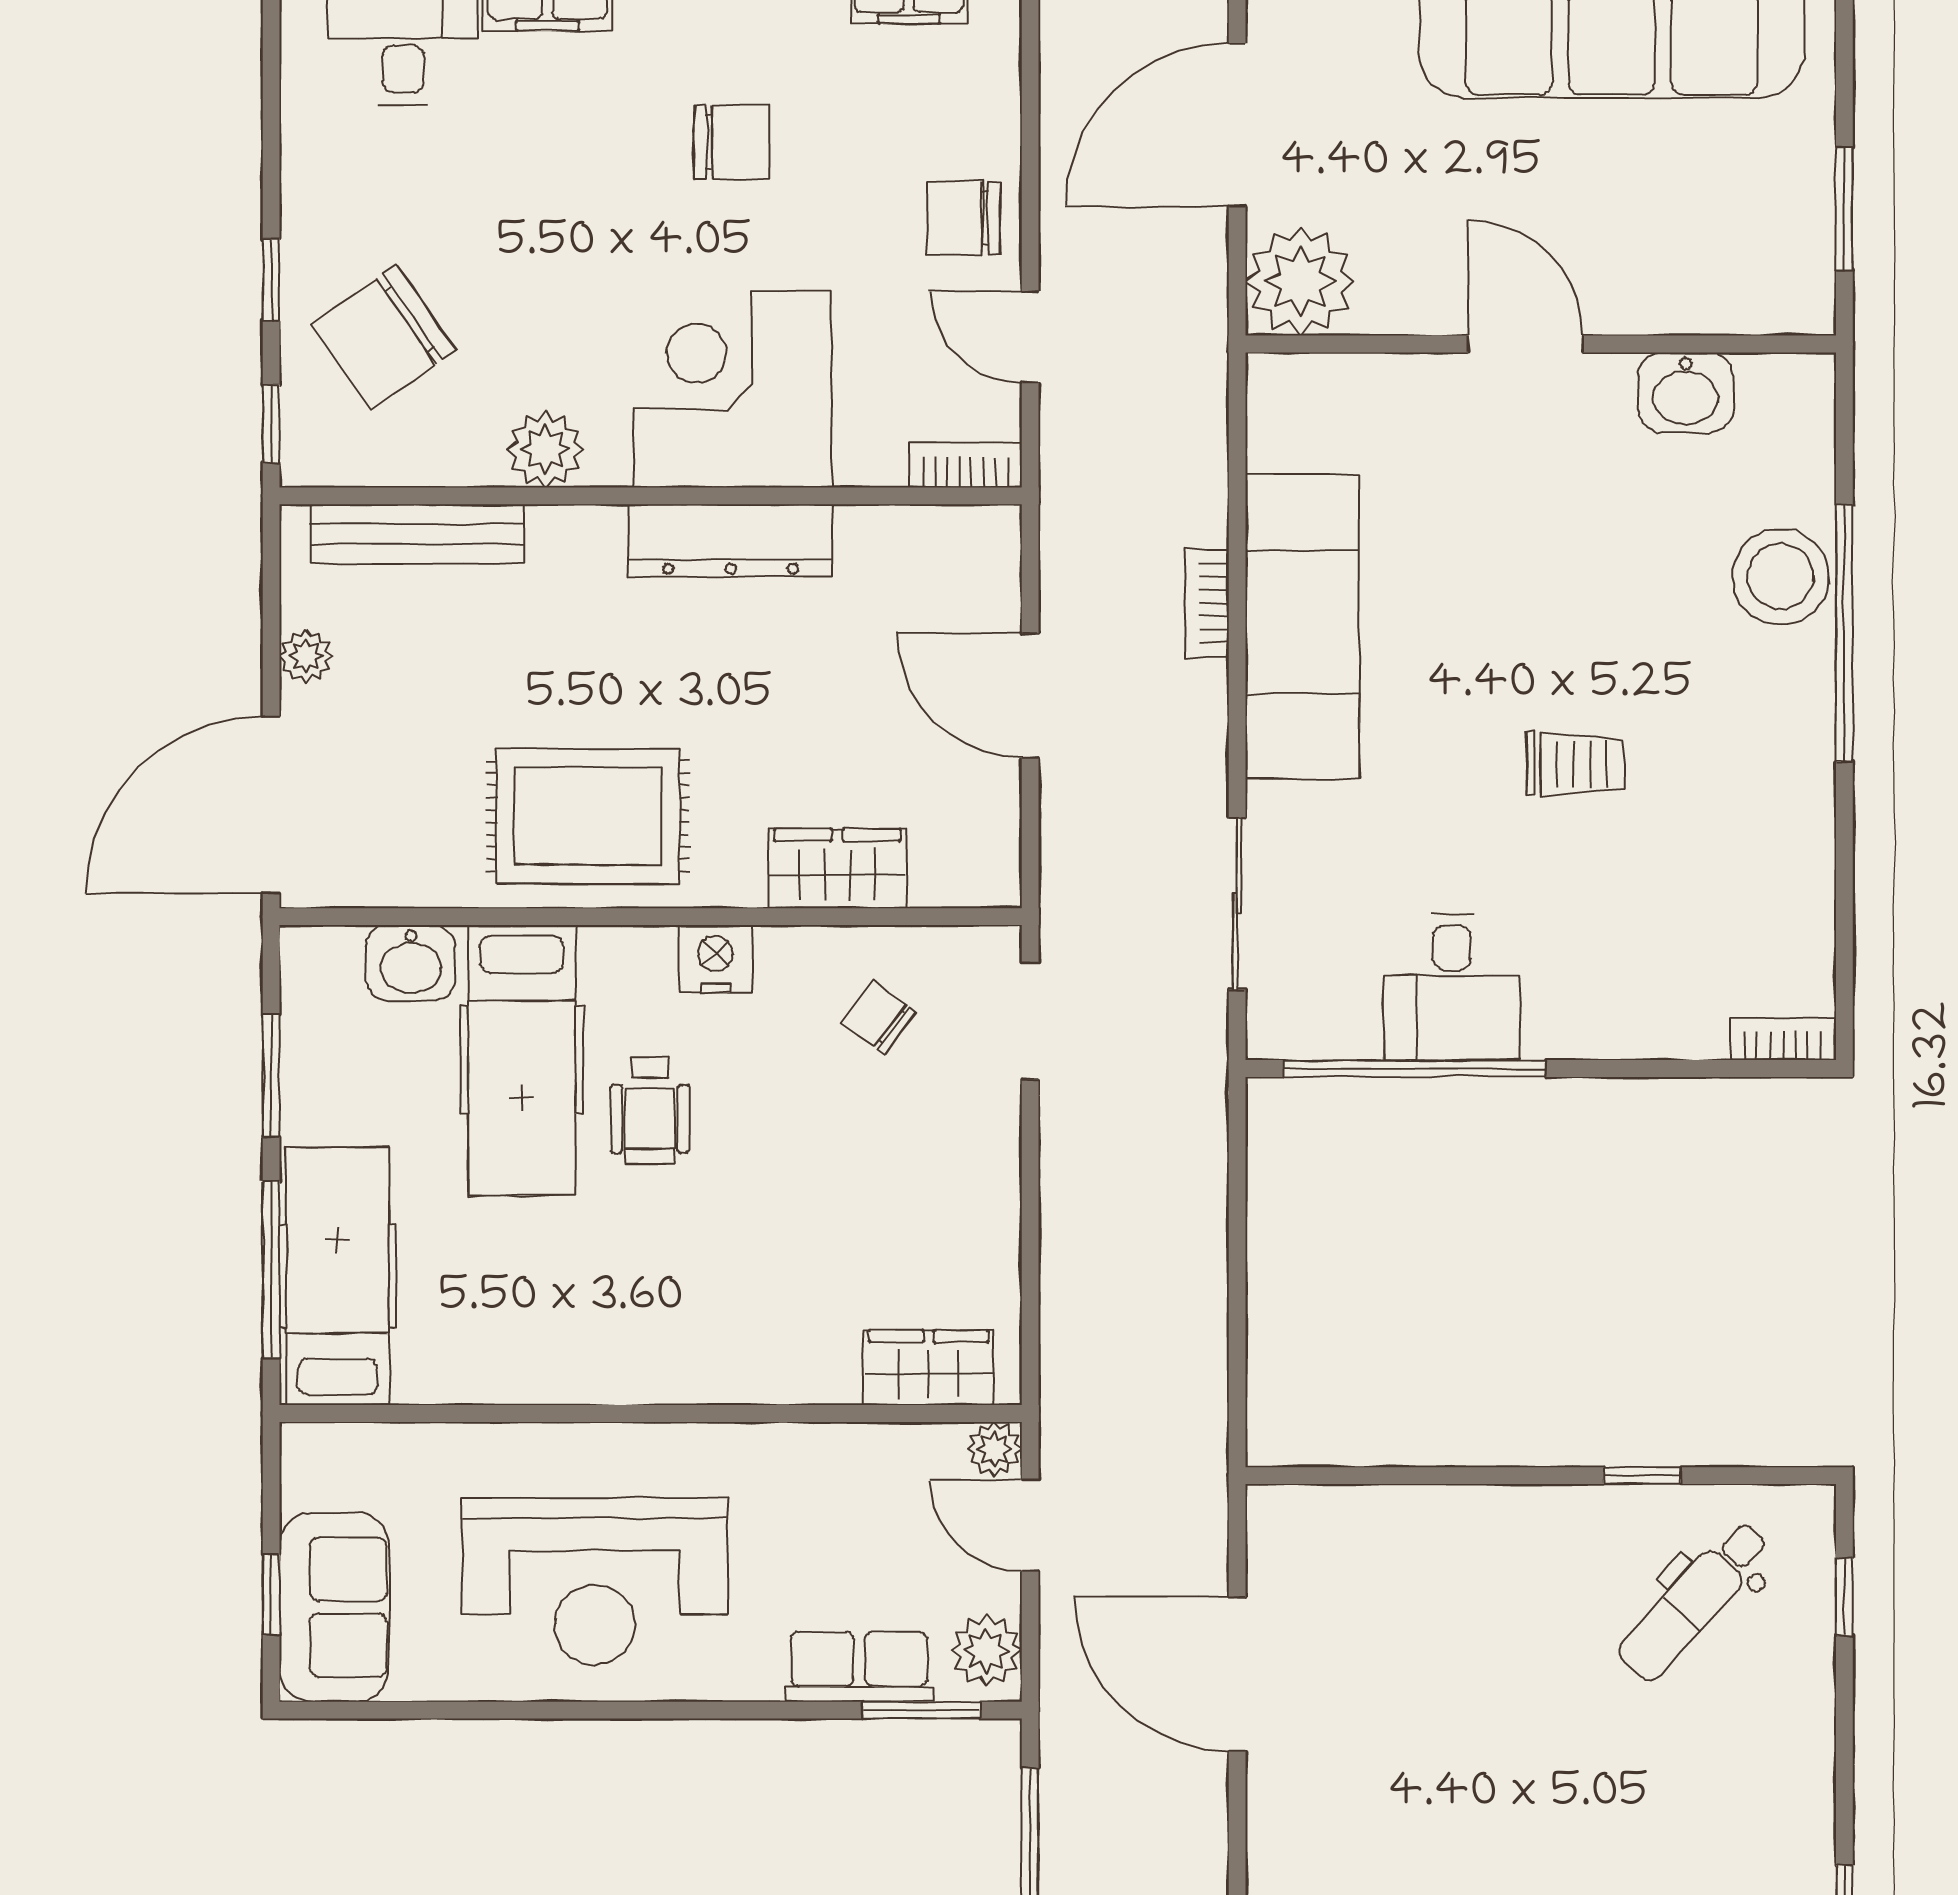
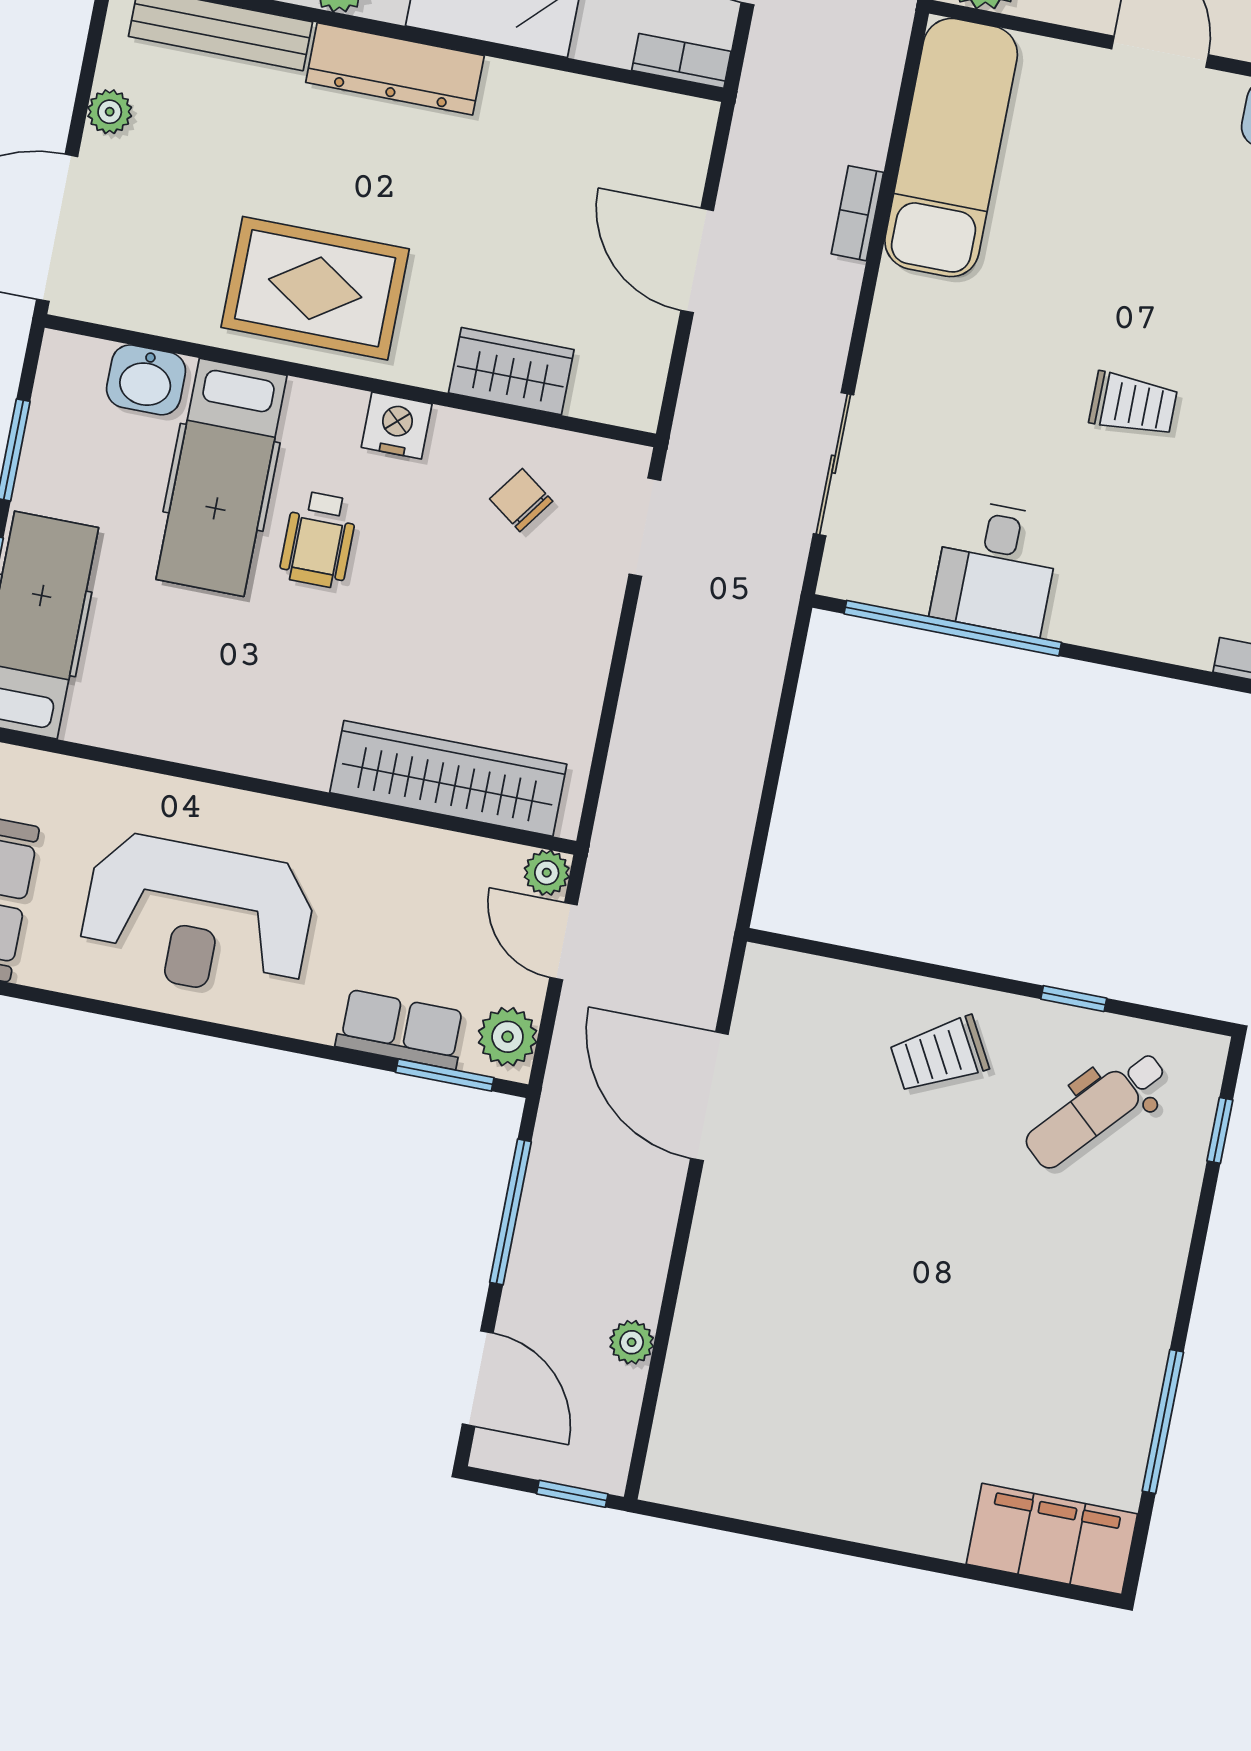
dresser: (730, 540) -> (395, 69), moved
exam couch: (1302, 627) -> (951, 148), moved
wardrobe: (929, 1368) -> (448, 778), width x2.10, depth x1.17
trolley: (1497, 1573) -> (939, 1055), added

